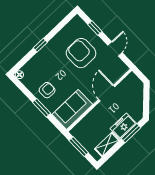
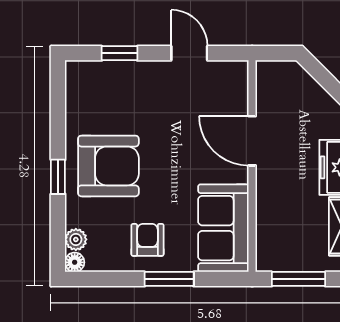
armchair: (81, 53) -> (108, 166), moved, turned 180
plant: (27, 69) -> (76, 239), added

